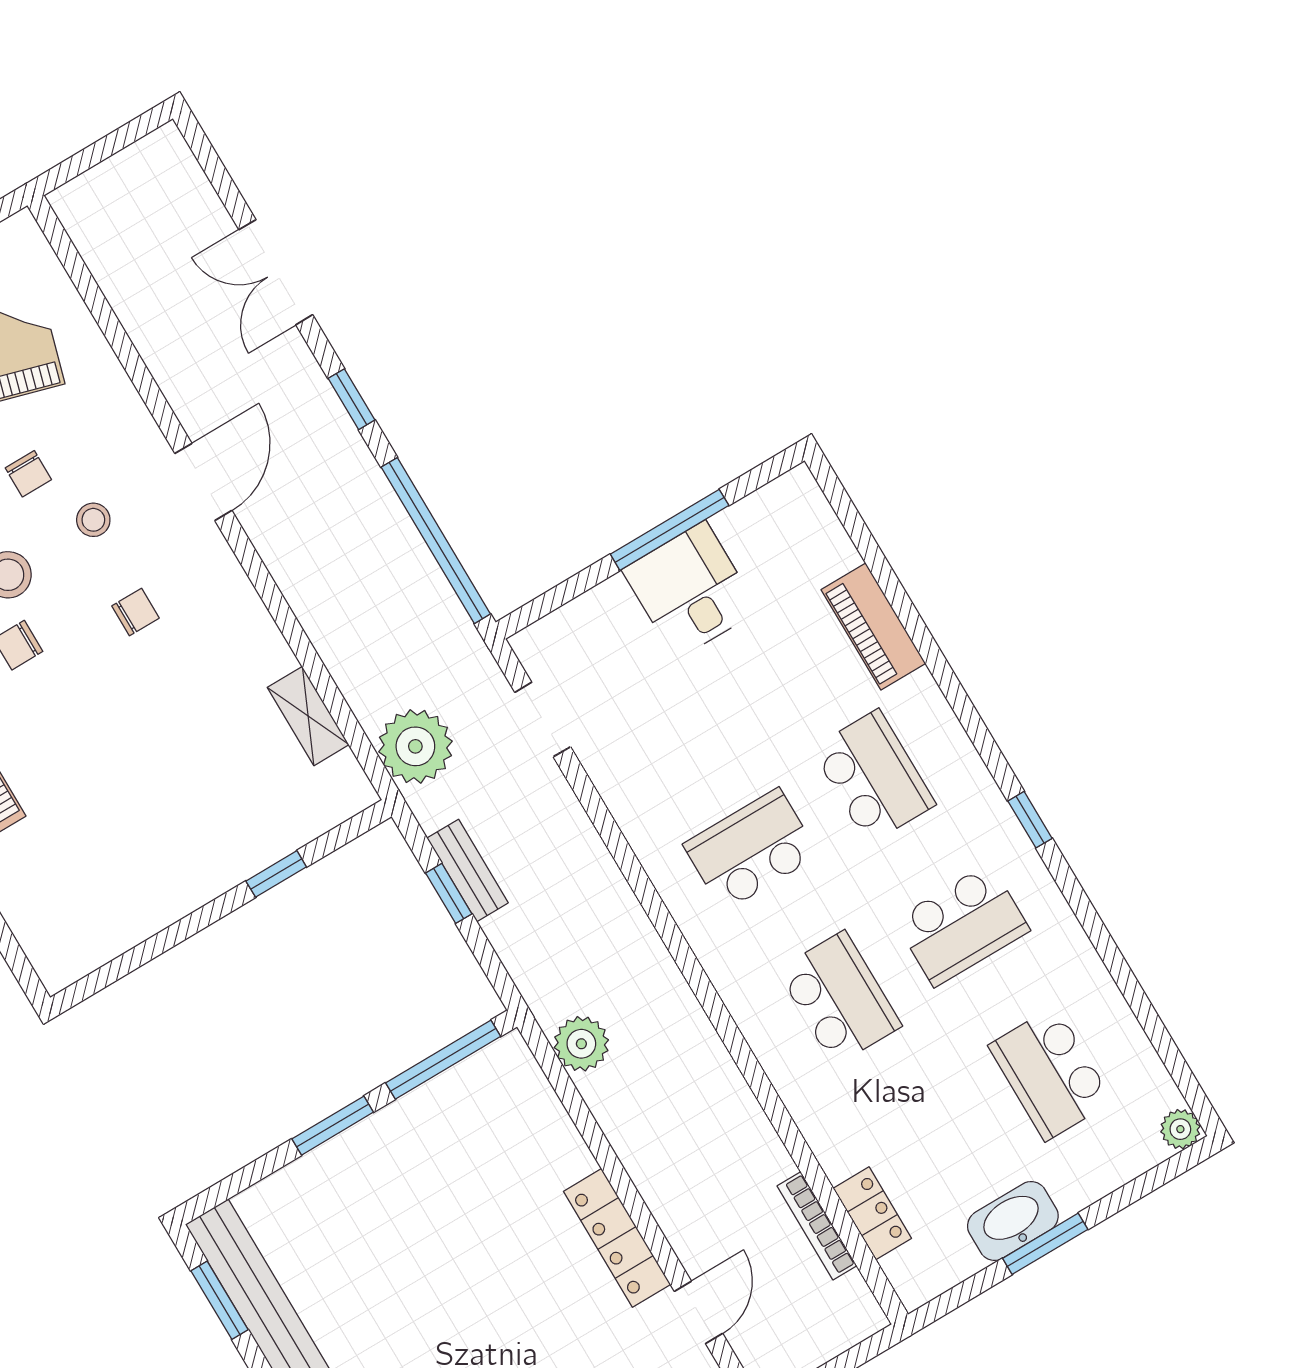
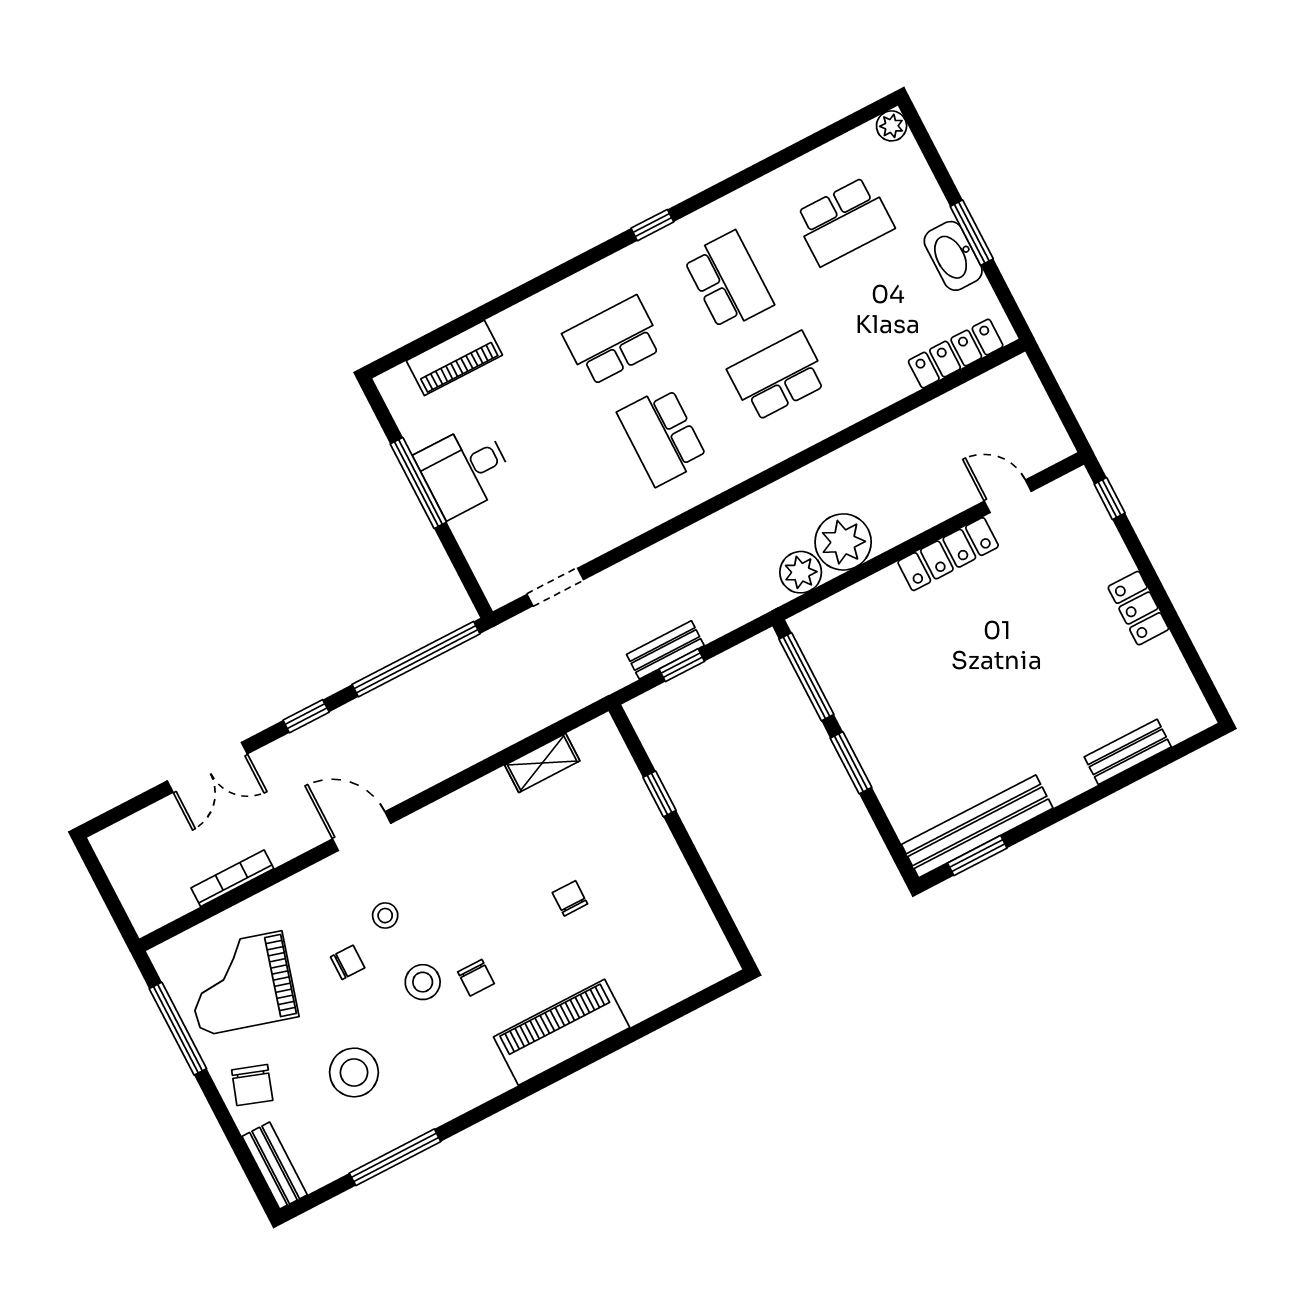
chair: (135, 612) -> (570, 898), moved
piano: (873, 626) -> (454, 358), moved
plant: (415, 746) -> (843, 542), moved
locker: (872, 1213) -> (956, 354), width x1.53
bookcase: (817, 1226) -> (232, 878), moved, turned 180

